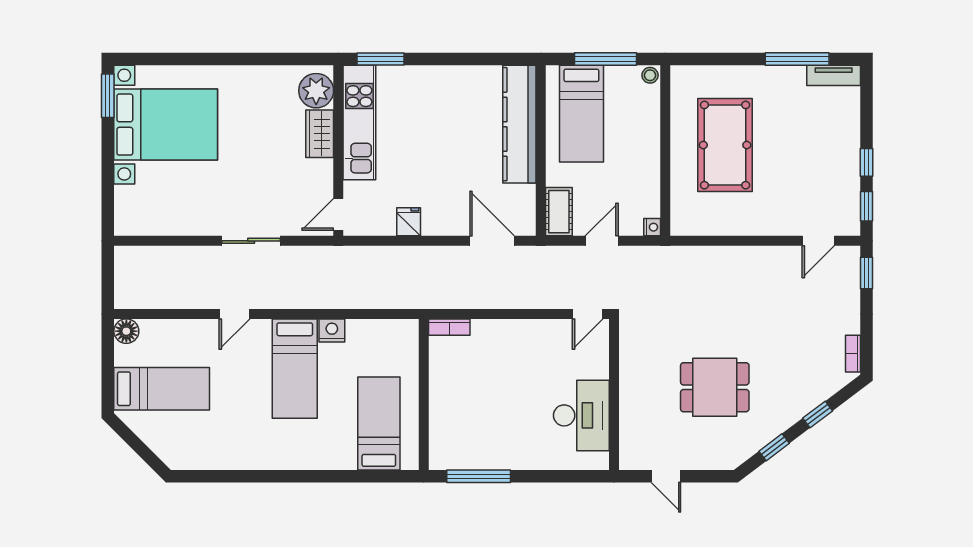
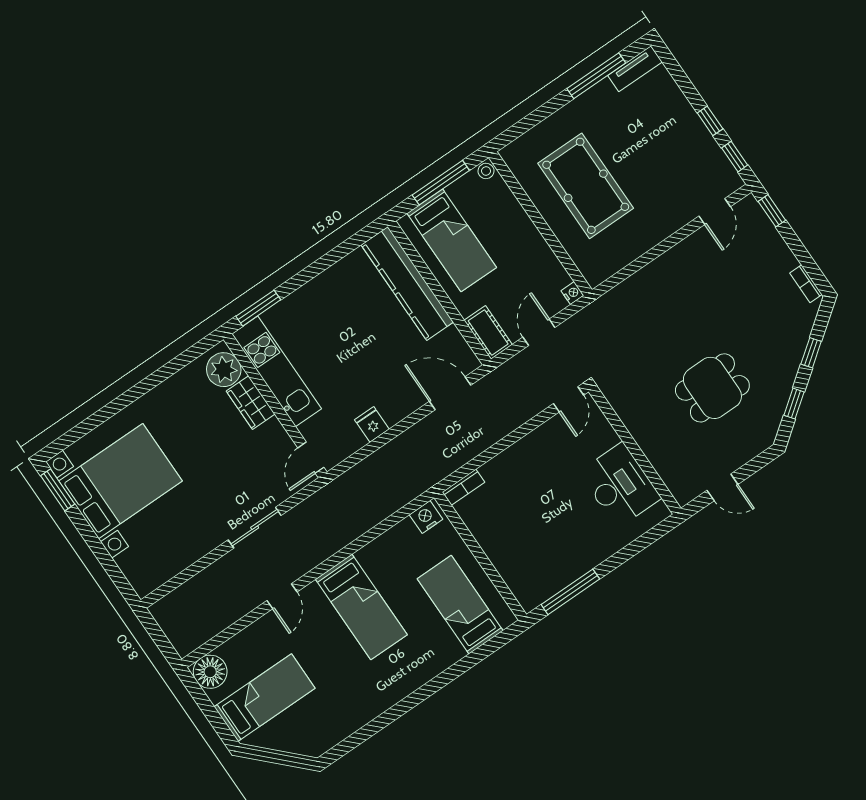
floor lamp: (126, 331) -> (210, 672), width x1.38, depth x1.38
nightstand: (332, 331) -> (426, 517), moved

